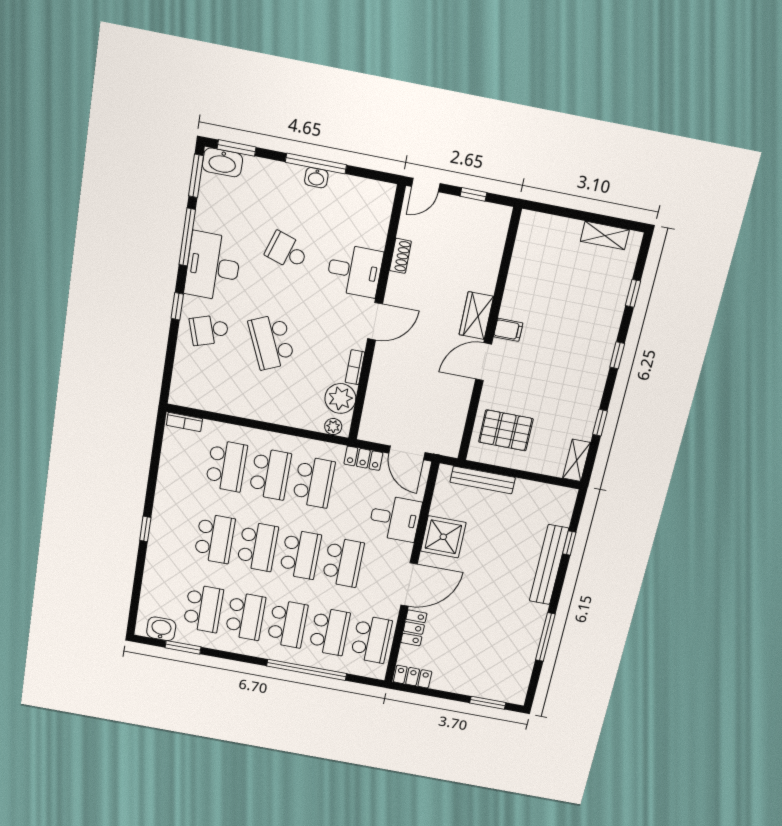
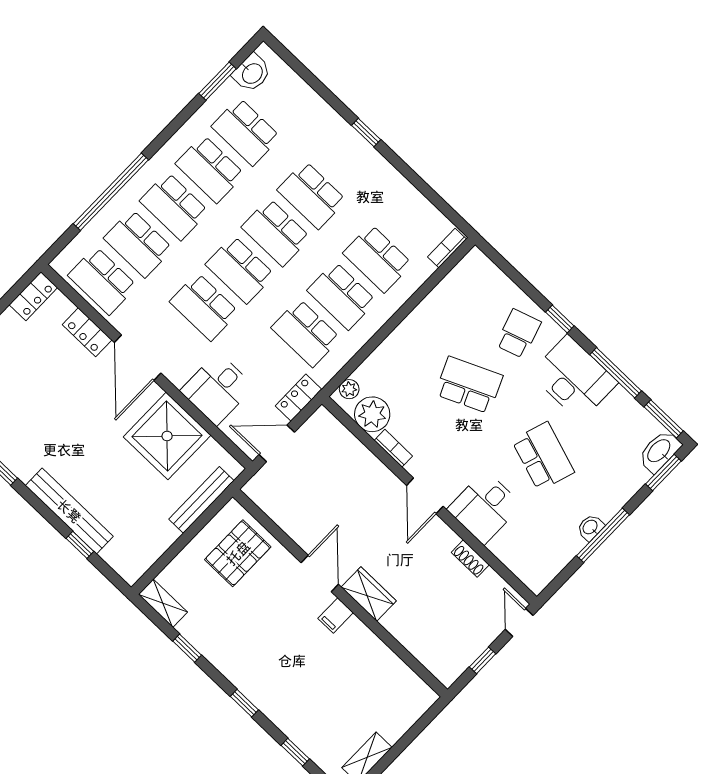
school desk: (287, 251) -> (543, 456), width x1.85
shower: (443, 537) -> (167, 436), width x1.37, depth x1.37

